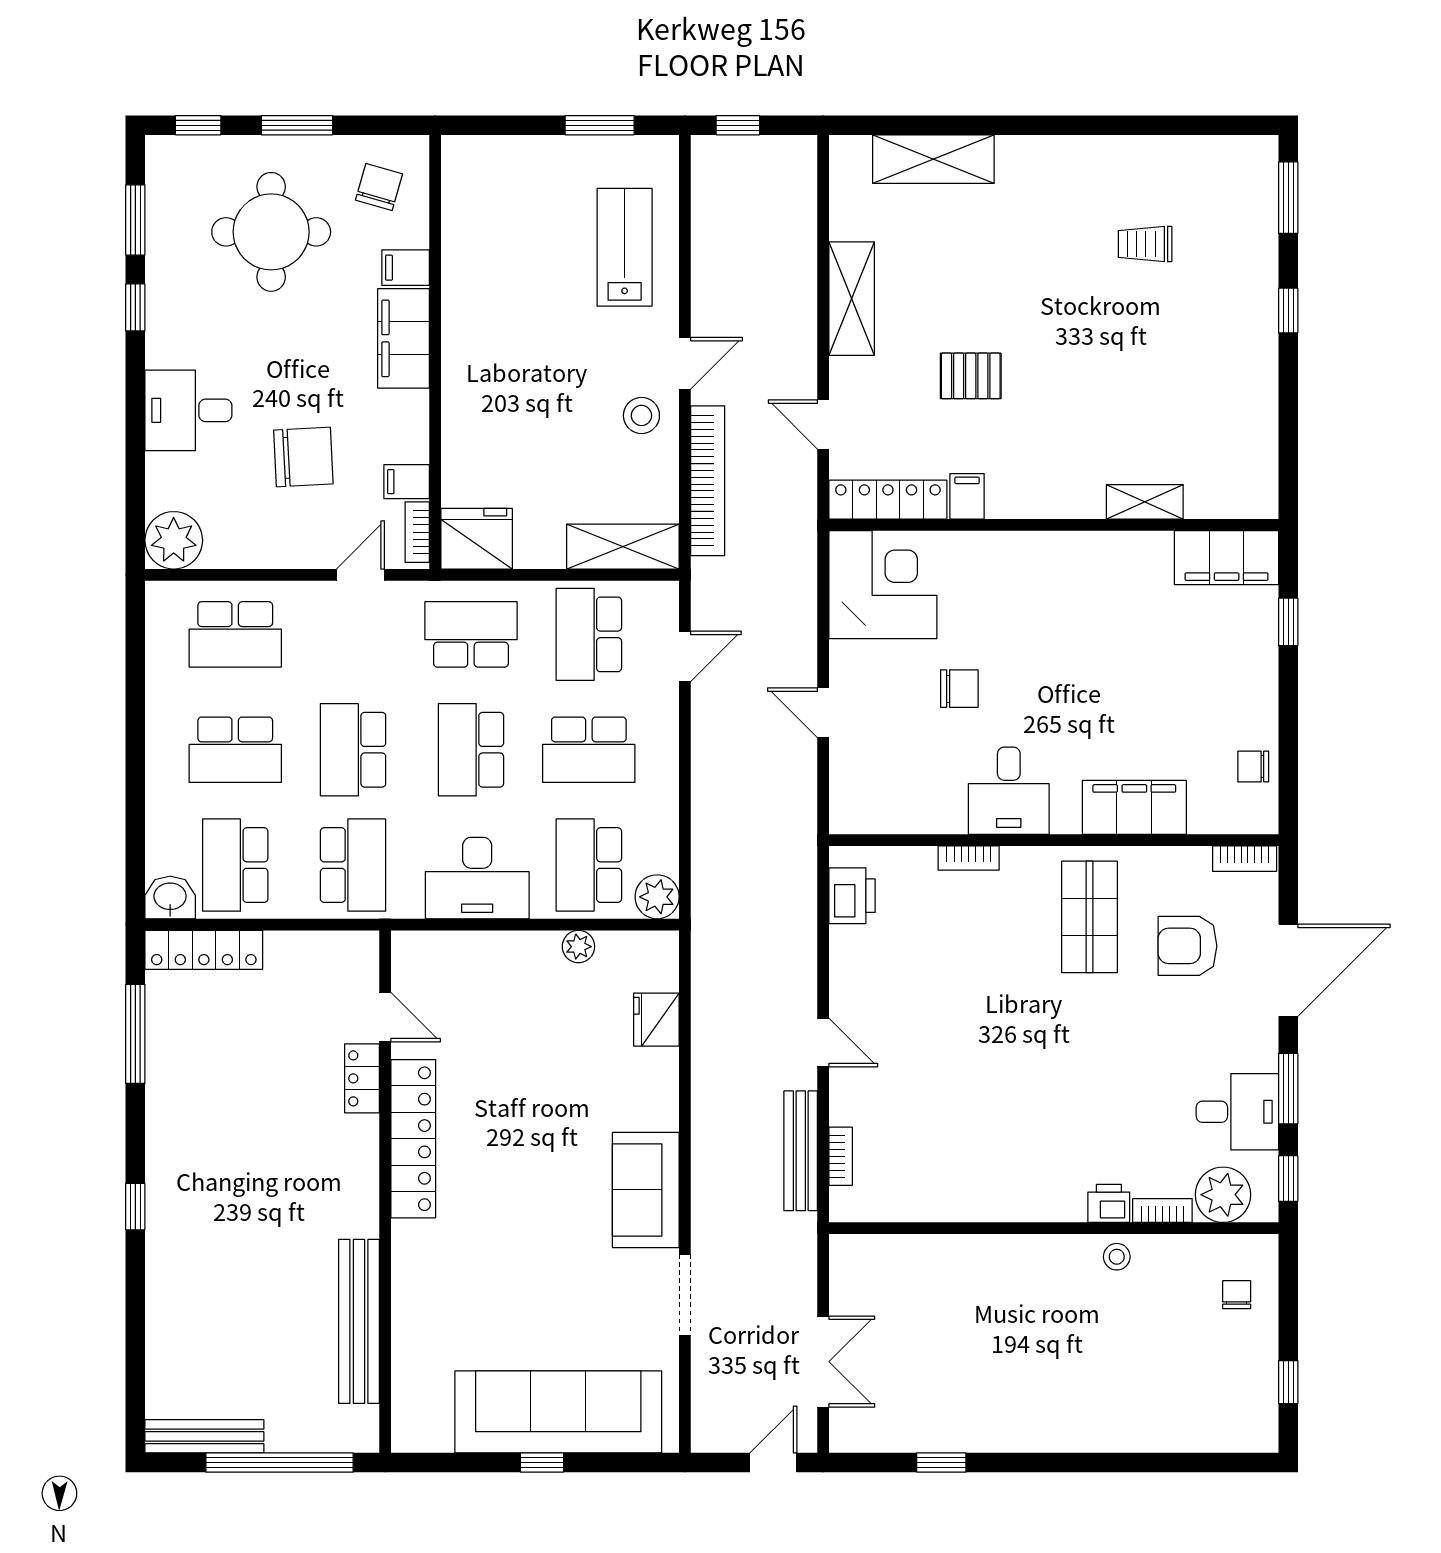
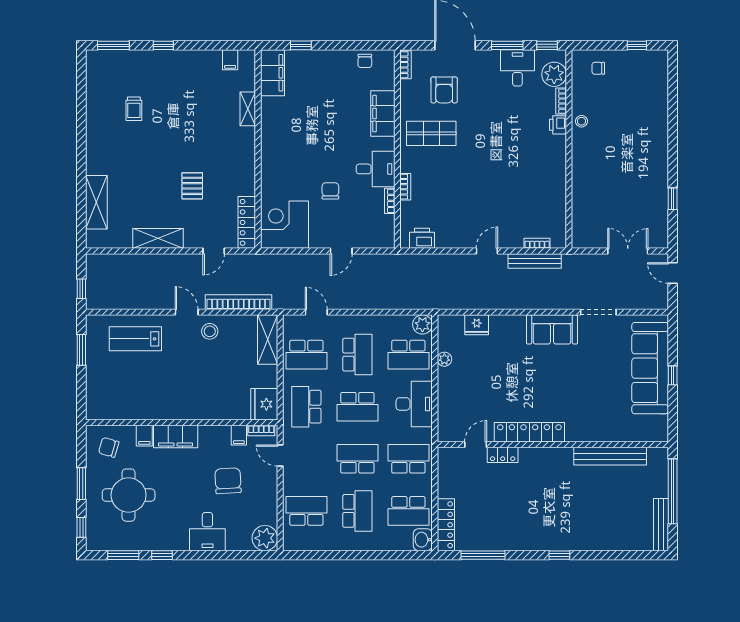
filing cabinet: (967, 496) -> (230, 60), moved, turned -90
school desk: (235, 634) -> (306, 511), turned -90
school desk: (353, 750) -> (357, 459), turned 180
bookcase: (937, 823) -> (390, 201), added

